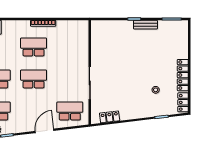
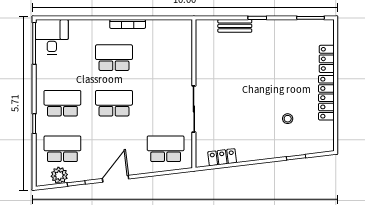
bench: (145, 25) -> (235, 26), moved
locker: (183, 102) -> (327, 59), moved
door: (45, 131) -> (116, 179), moved

